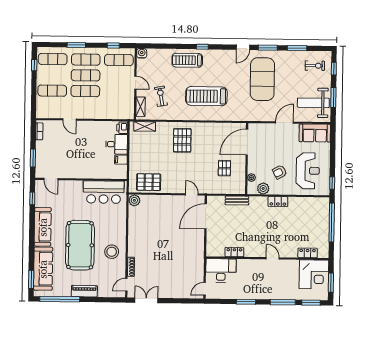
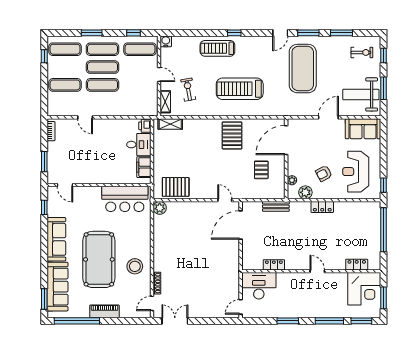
pallet: (182, 140) -> (232, 135), moved
filing cabinet: (121, 160) -> (144, 167), width x2.00
reception desk: (308, 171) -> (356, 172), turned 180

